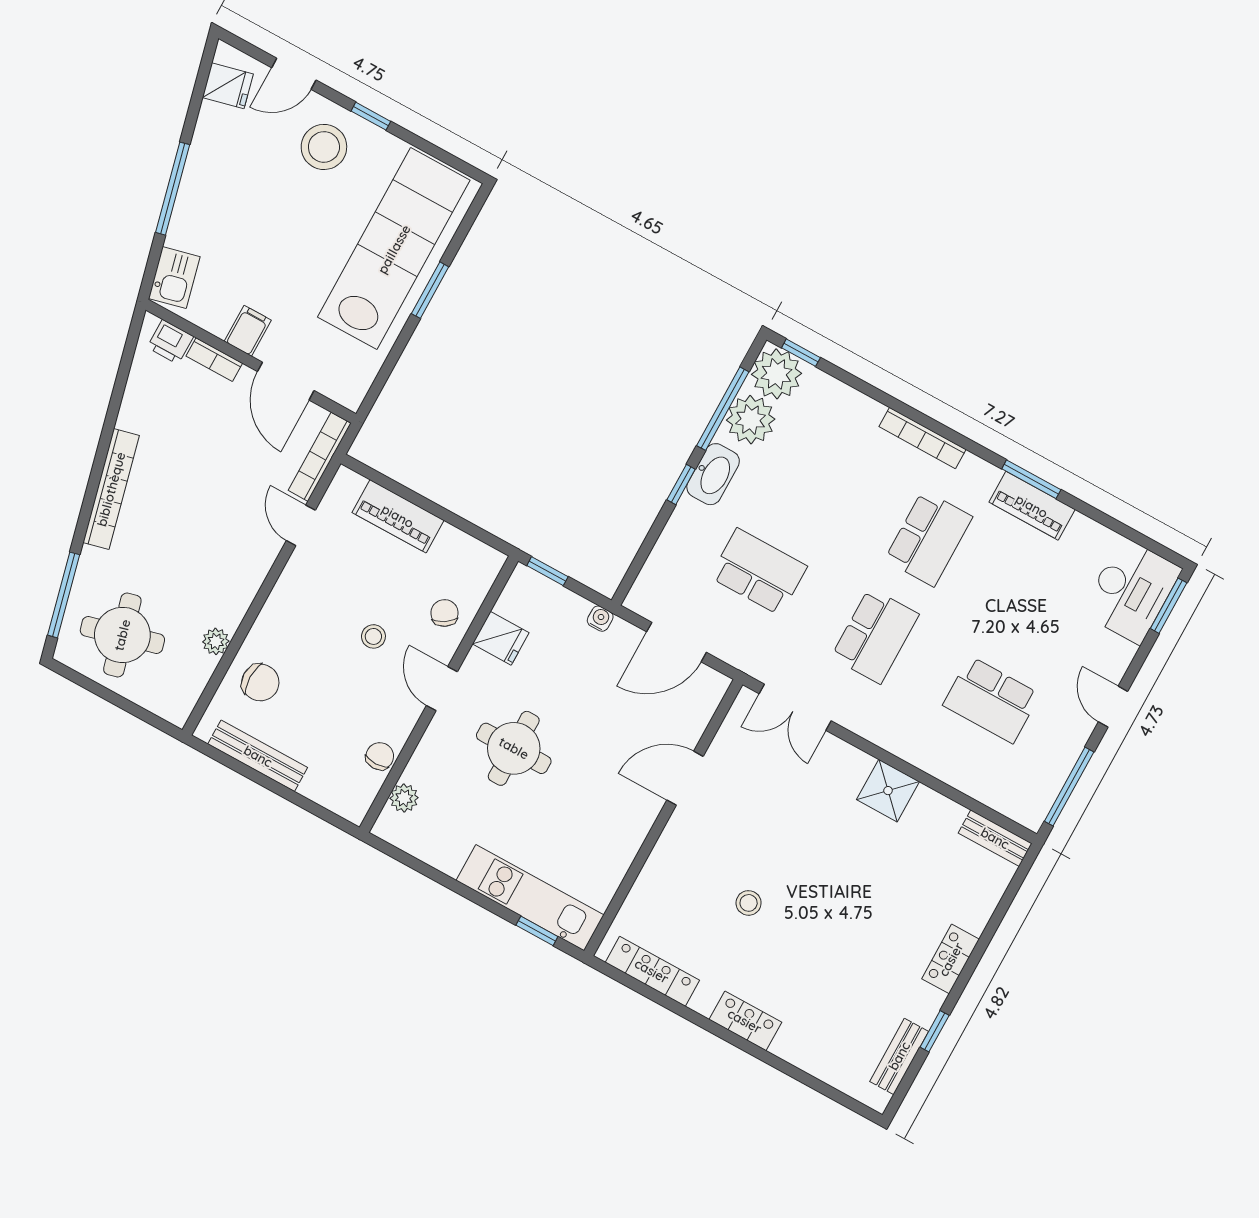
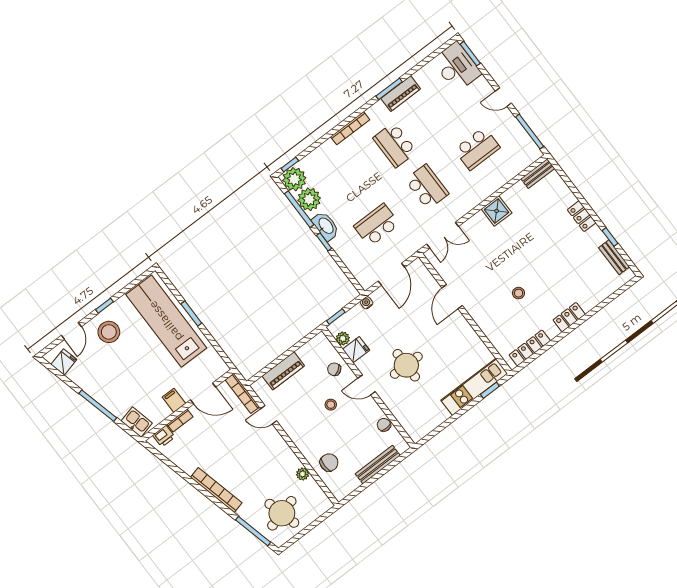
school desk: (929, 538) -> (395, 145), turned 180
bench: (258, 756) -> (378, 465), moved
plant: (404, 798) -> (343, 338), moved

